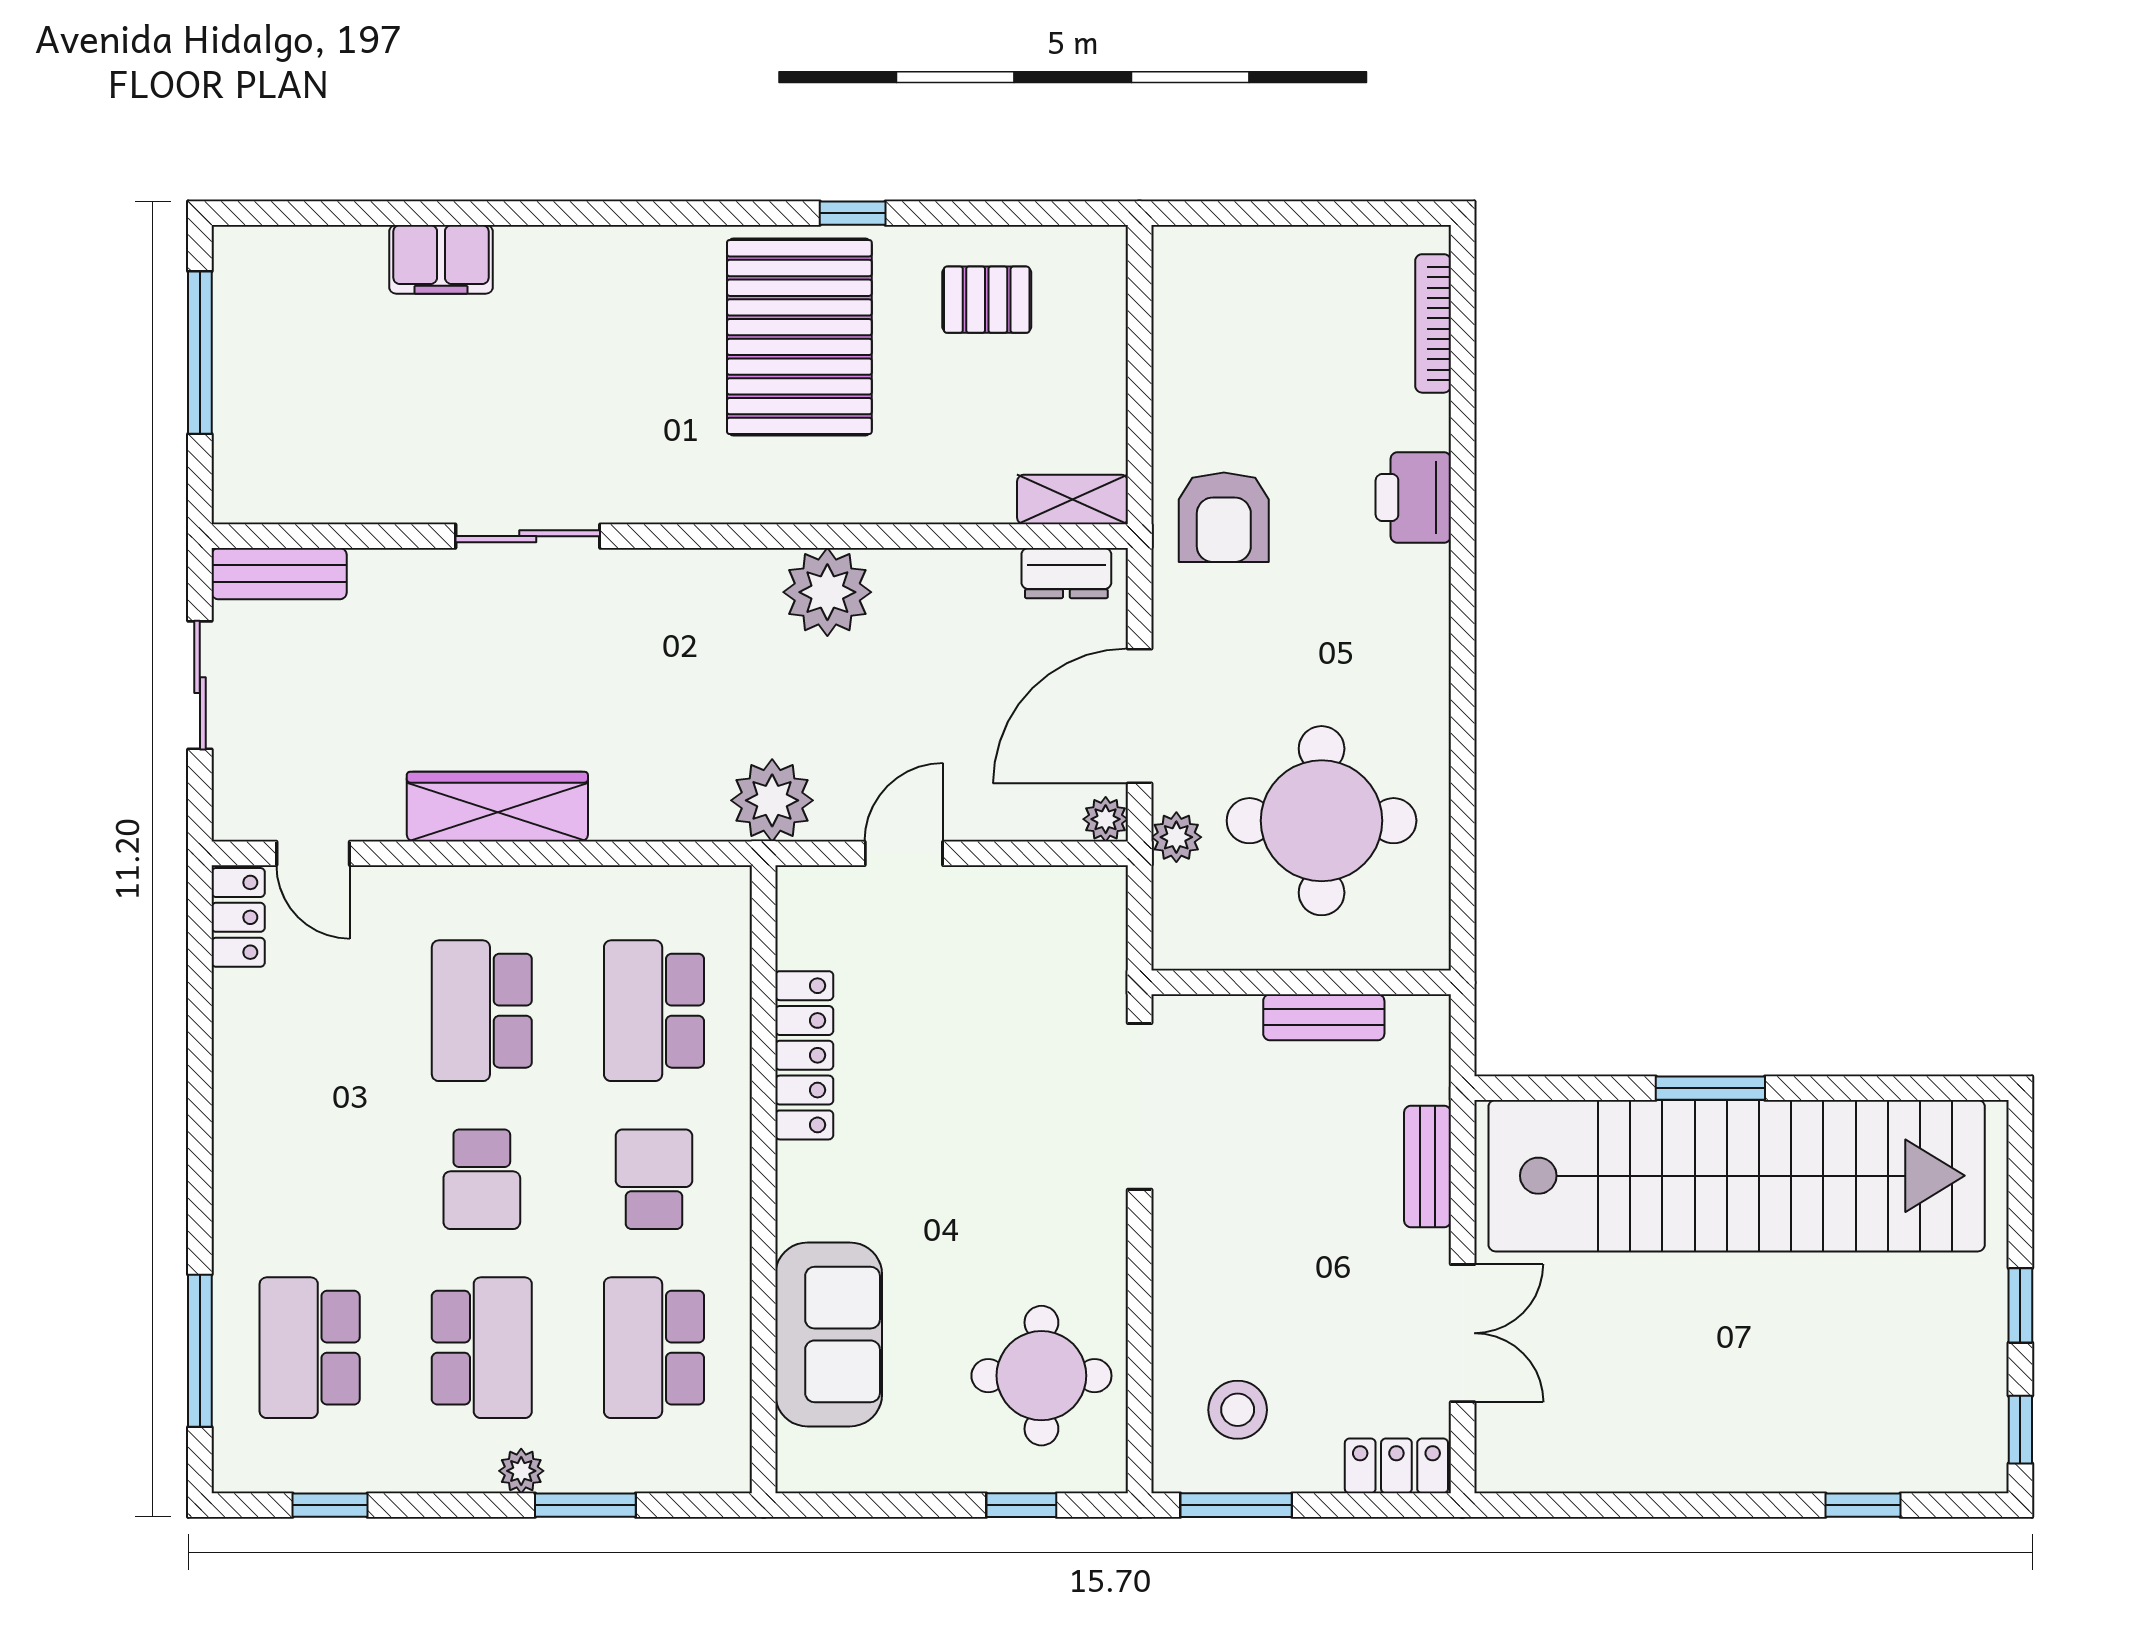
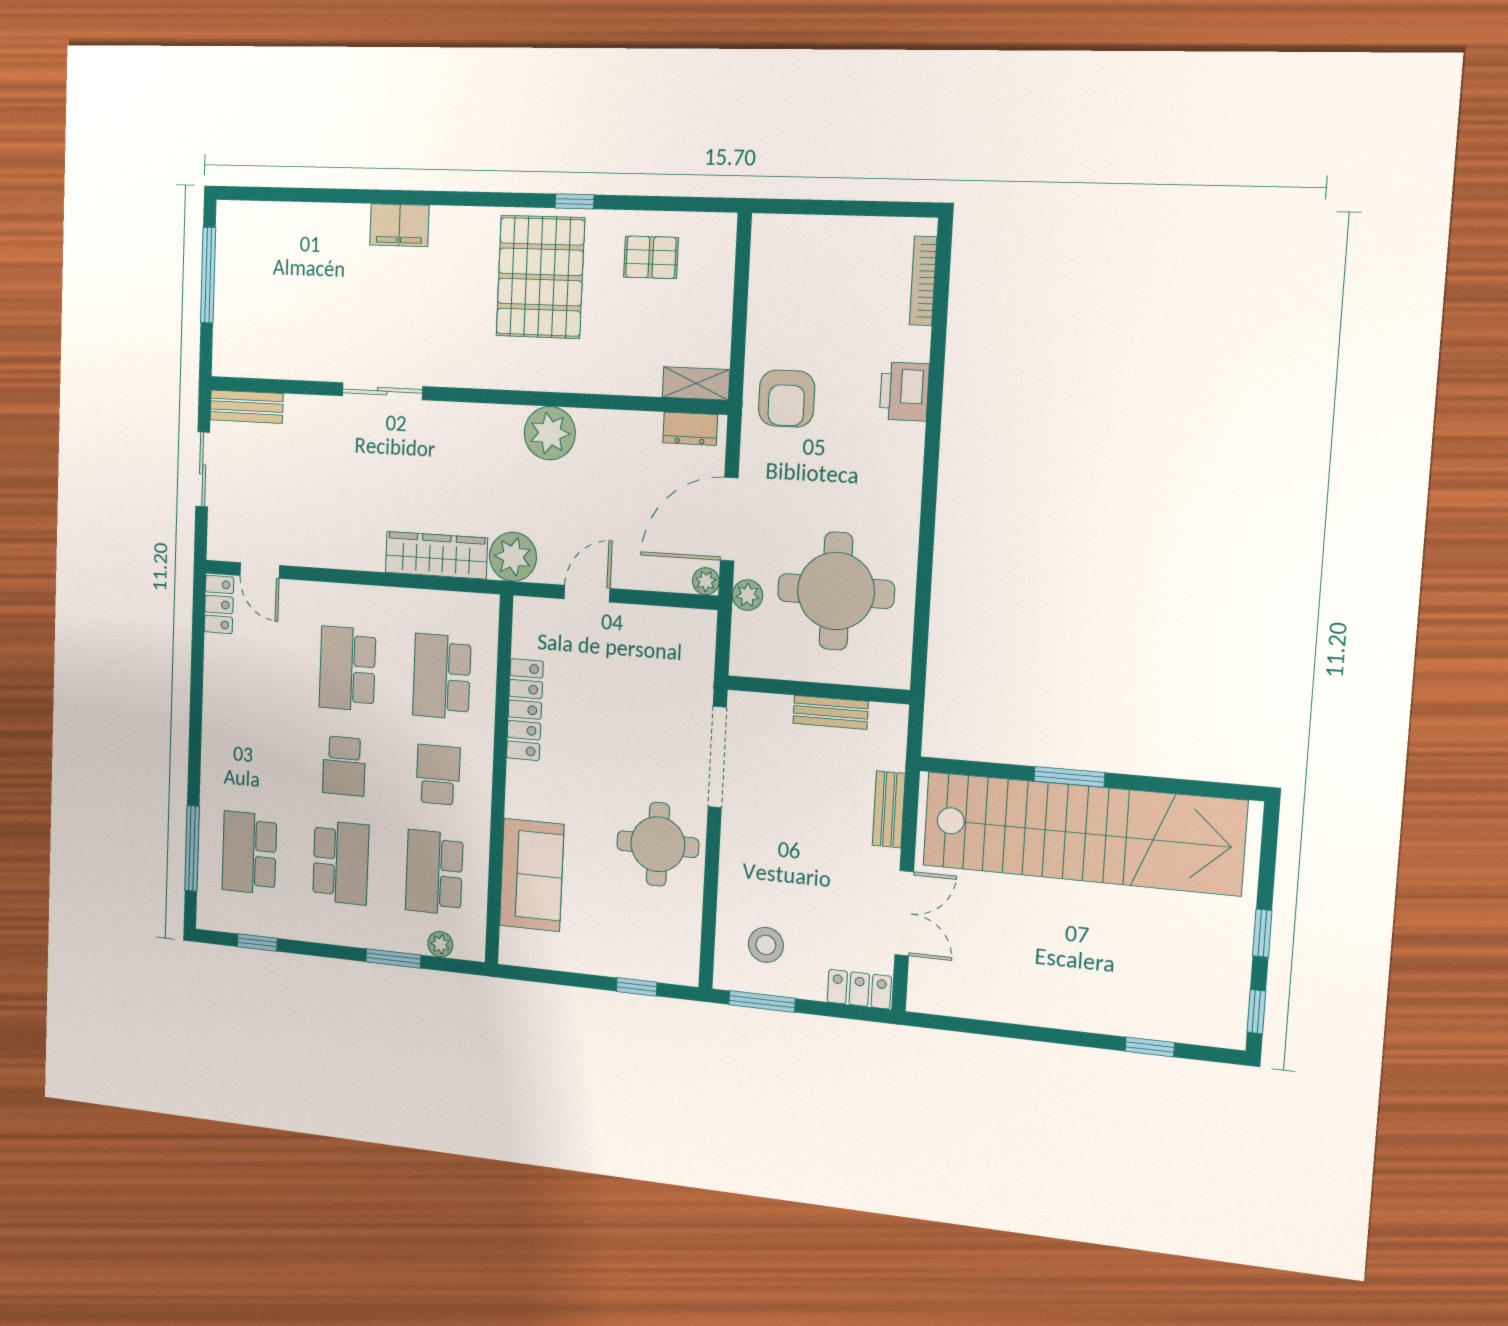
filing cabinet: (441, 259) -> (399, 225), moved
wardrobe: (497, 807) -> (436, 555), moved
round table: (1041, 1376) -> (658, 844), moved
plant: (521, 1471) -> (440, 944), moved

